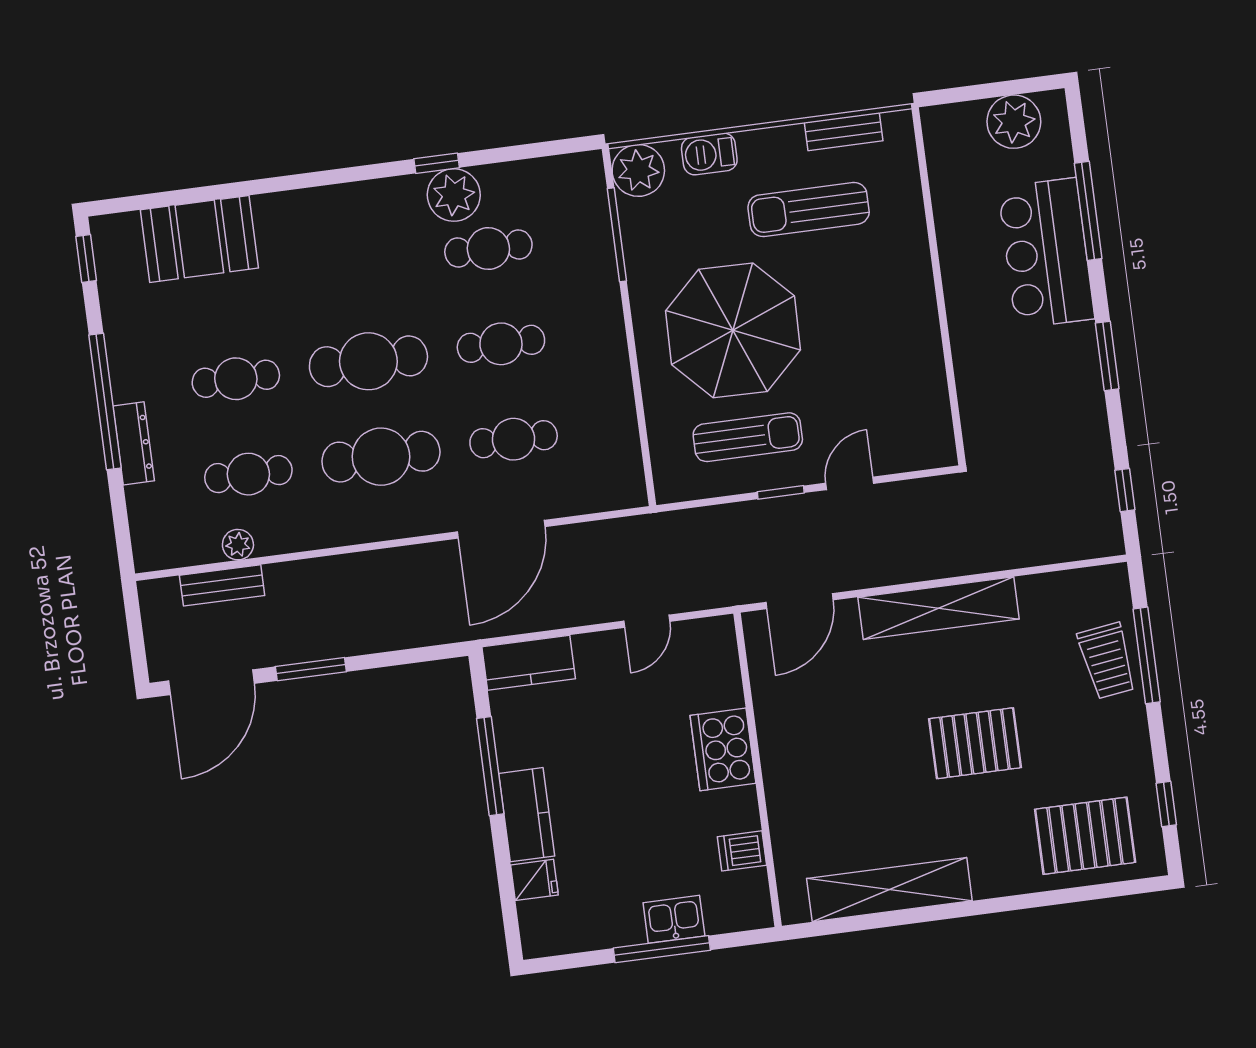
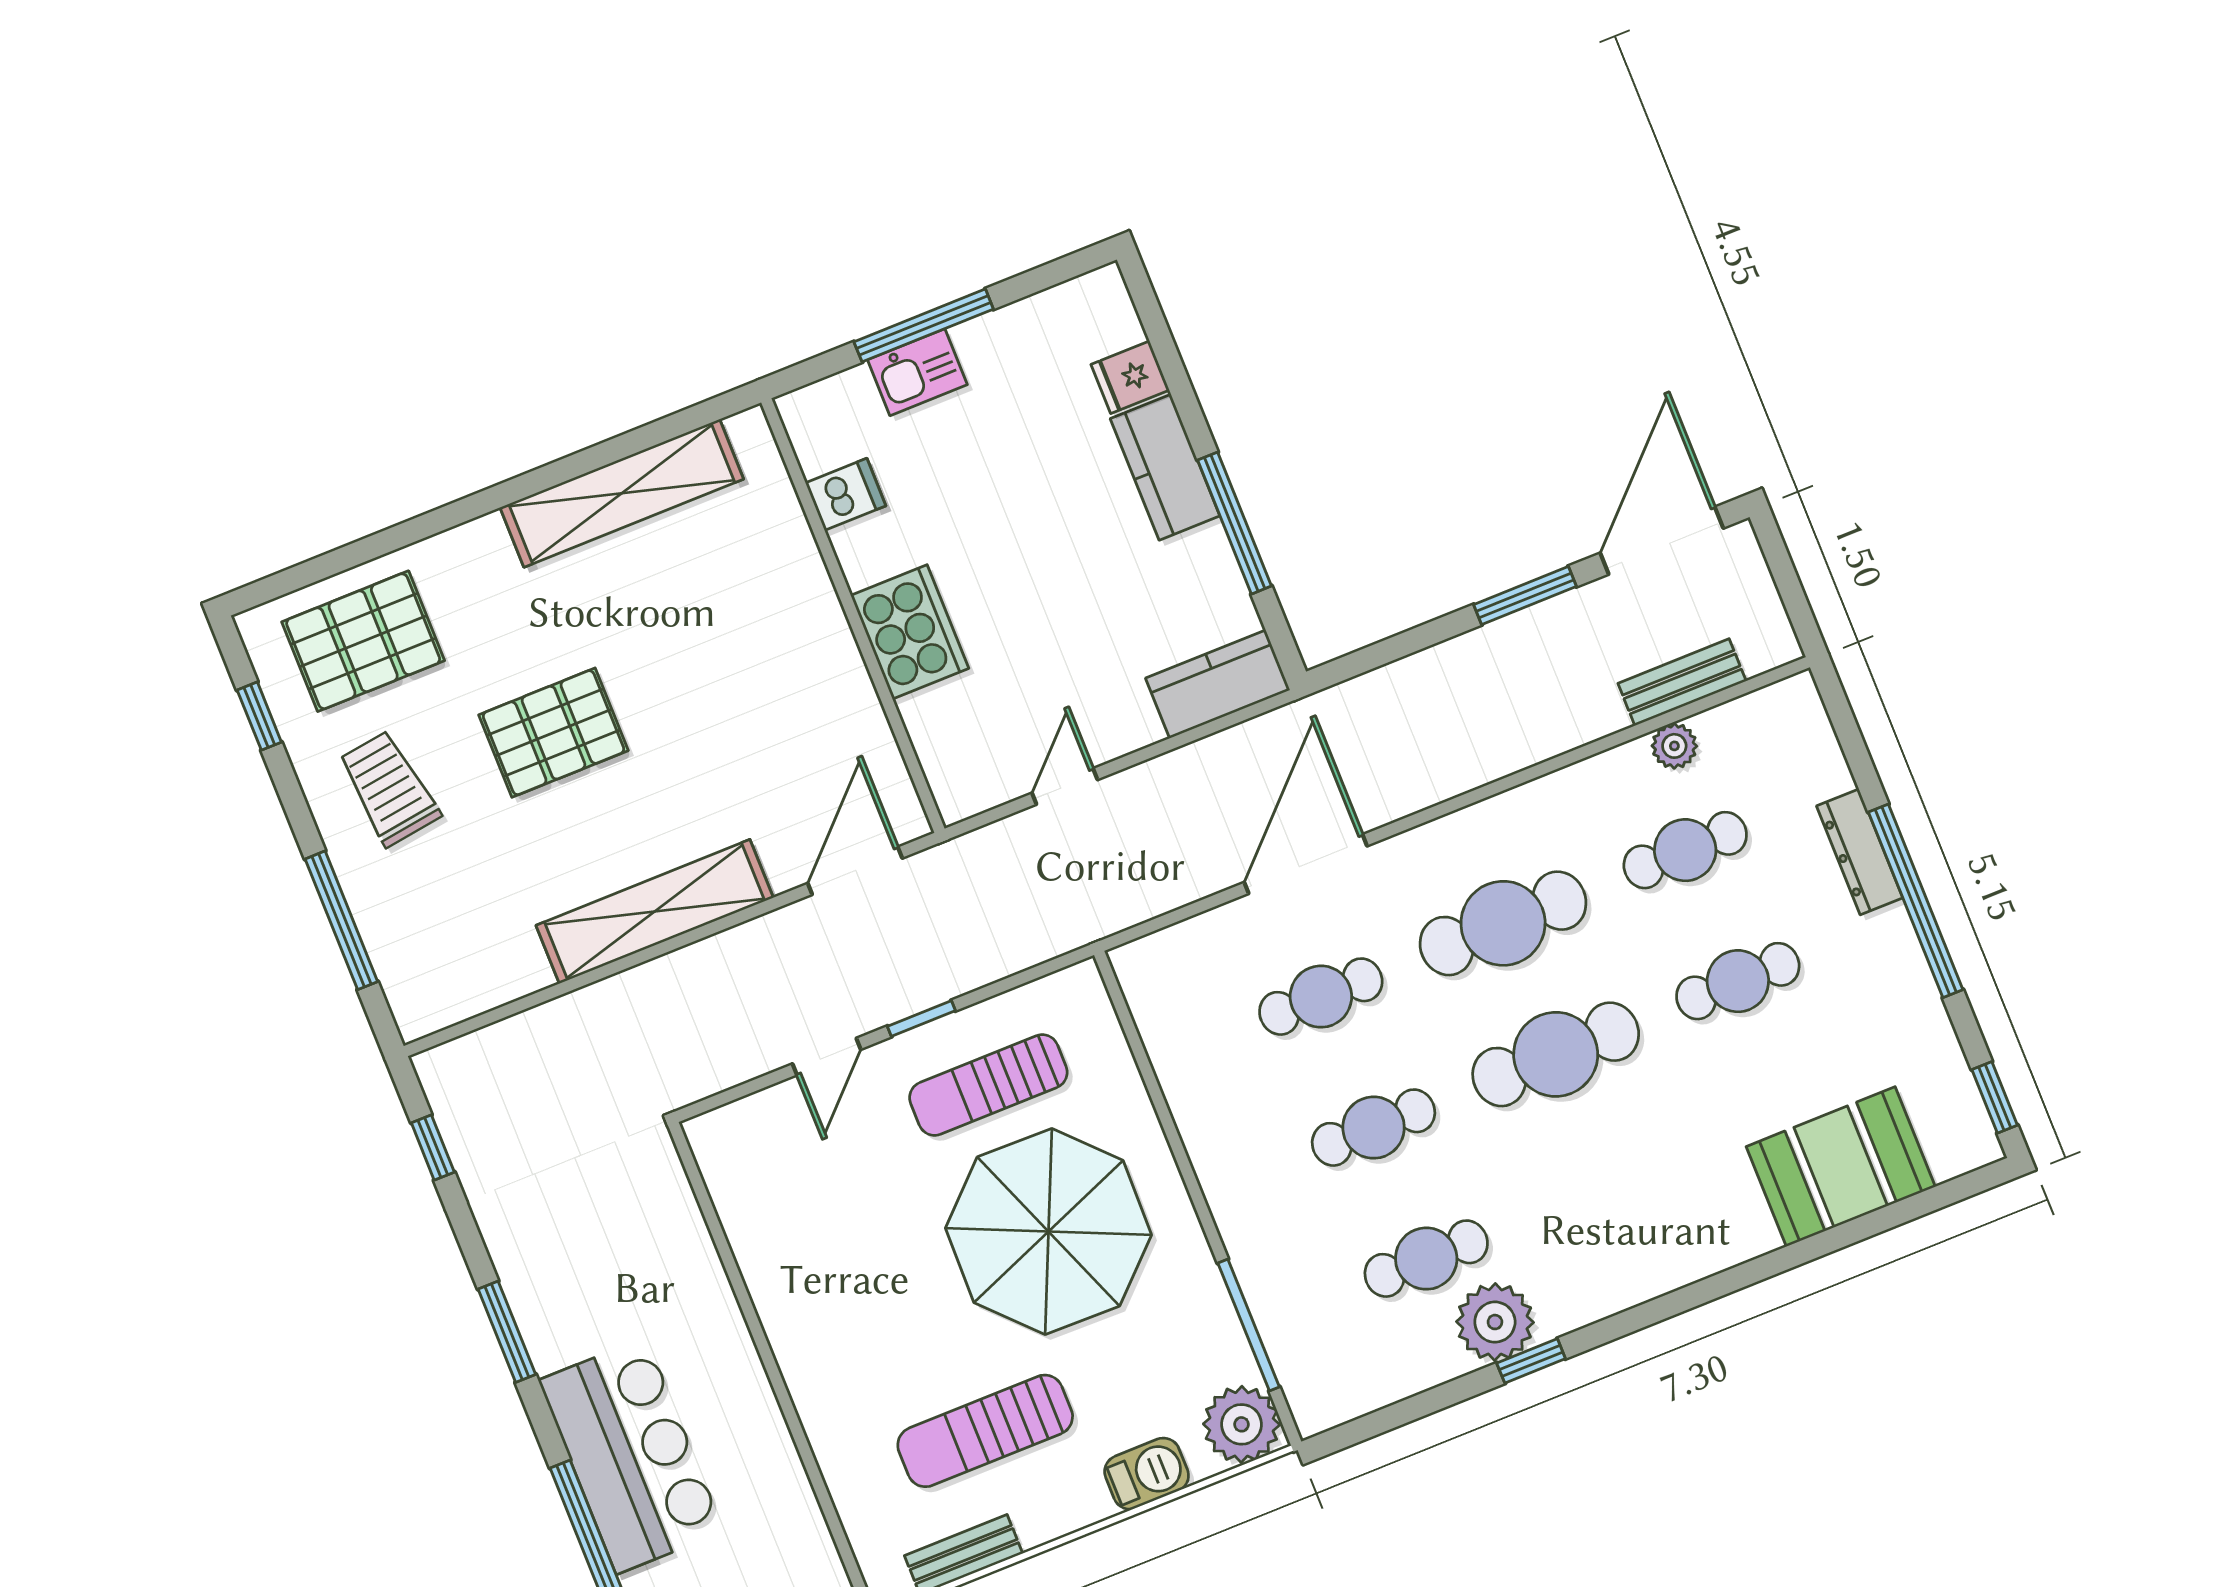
sun lounger: (809, 210) -> (985, 1431), turned 180
trolley: (1107, 661) -> (389, 788), moved

